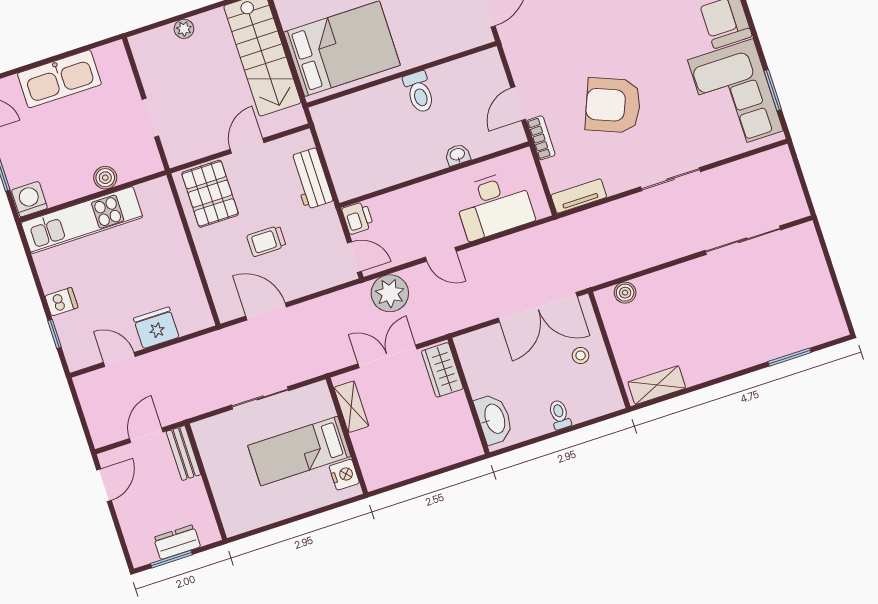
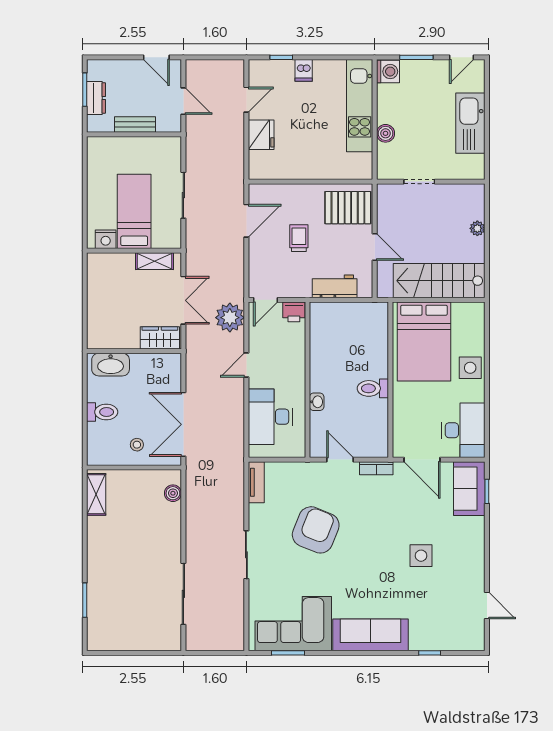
bookcase: (541, 138) -> (376, 468), moved
toilet: (560, 415) -> (102, 412), width x1.37, depth x1.39
bench: (183, 453) -> (135, 125), moved

